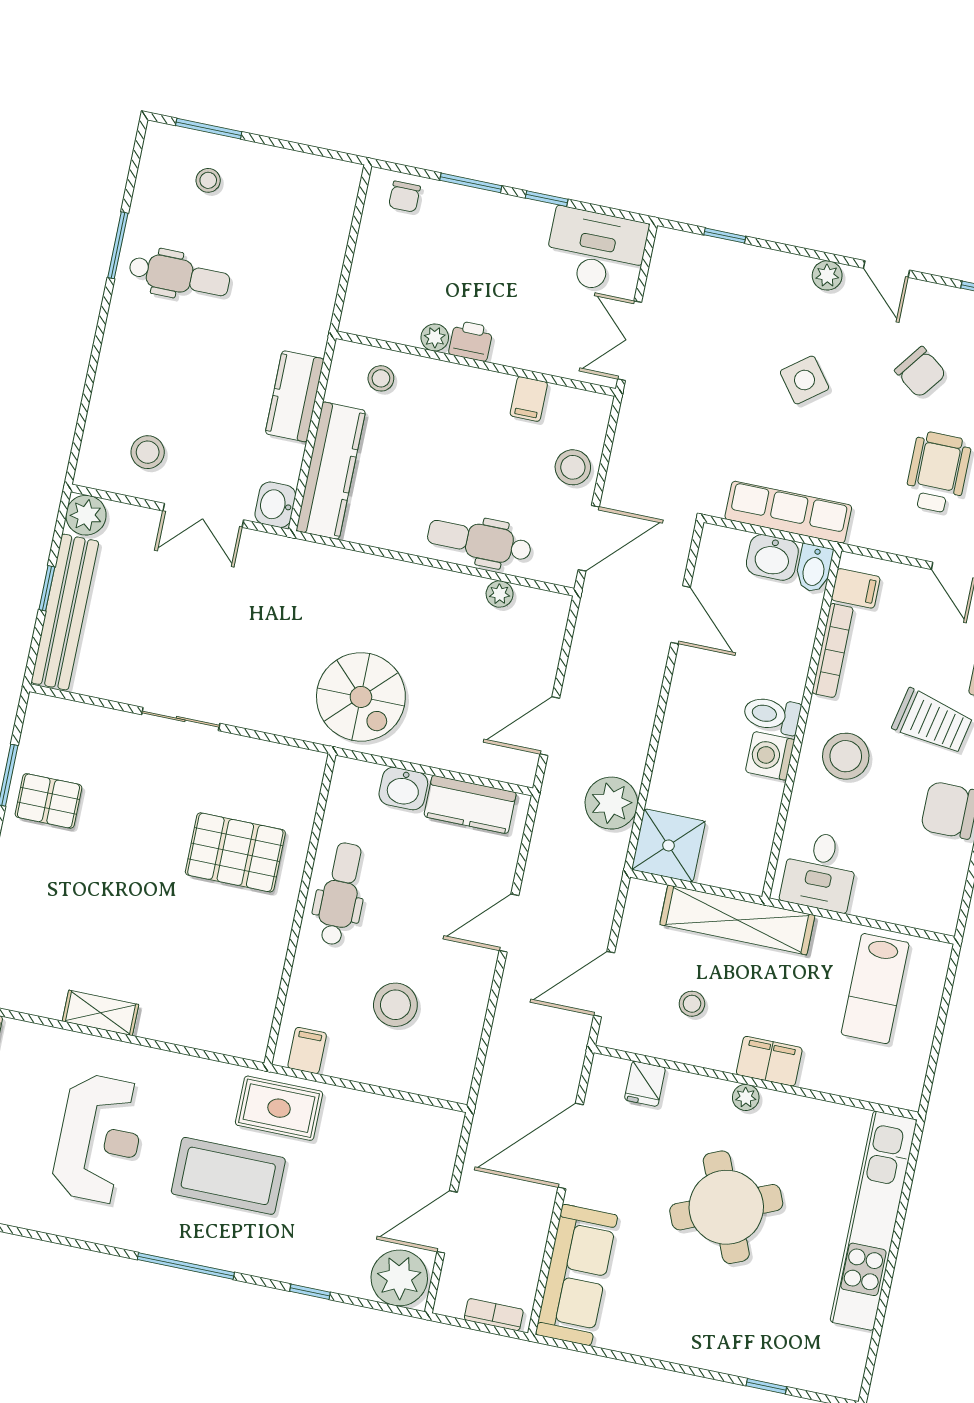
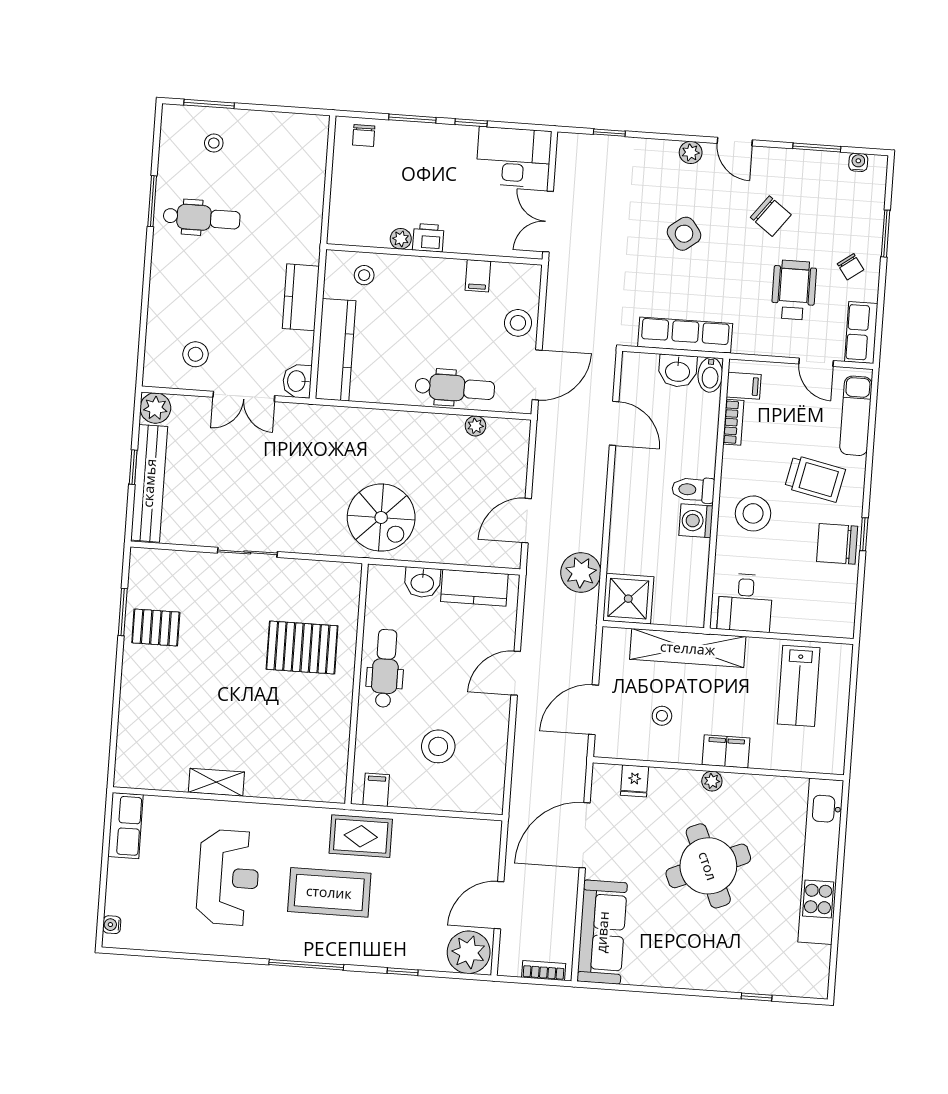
dental chair: (479, 541) -> (455, 388), turned 180
bookcase: (833, 650) -> (733, 422), width x0.64

